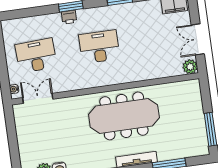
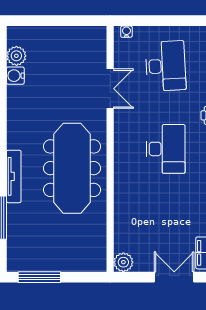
double door: (198, 39) -> (174, 277), moved
double door: (38, 98) -> (110, 89), moved

